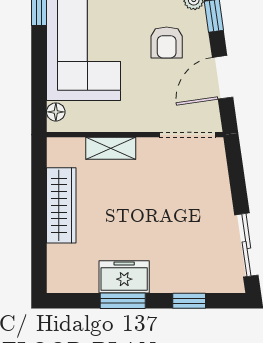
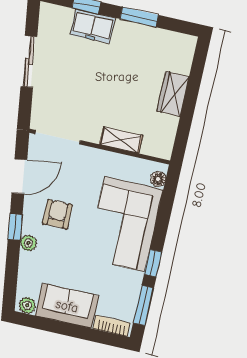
wardrobe: (61, 205) -> (173, 94), width x0.67
sliding door: (246, 245) -> (29, 62), moved
freezer: (124, 277) -> (93, 26), moved

